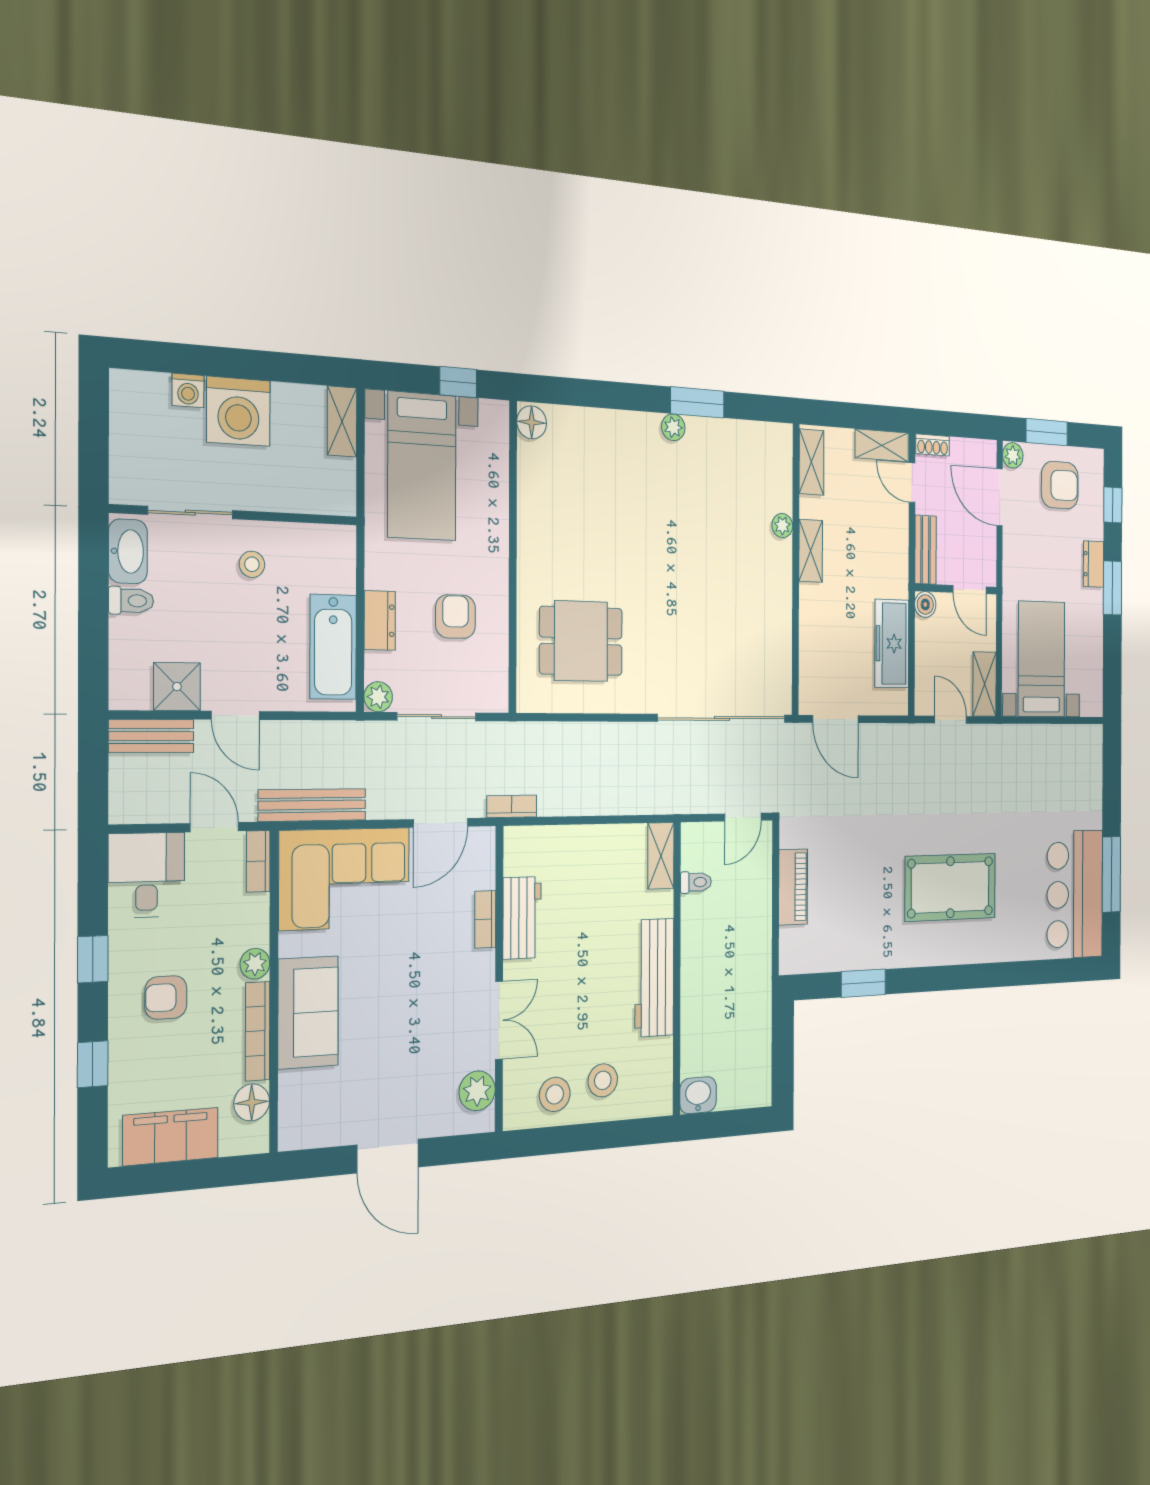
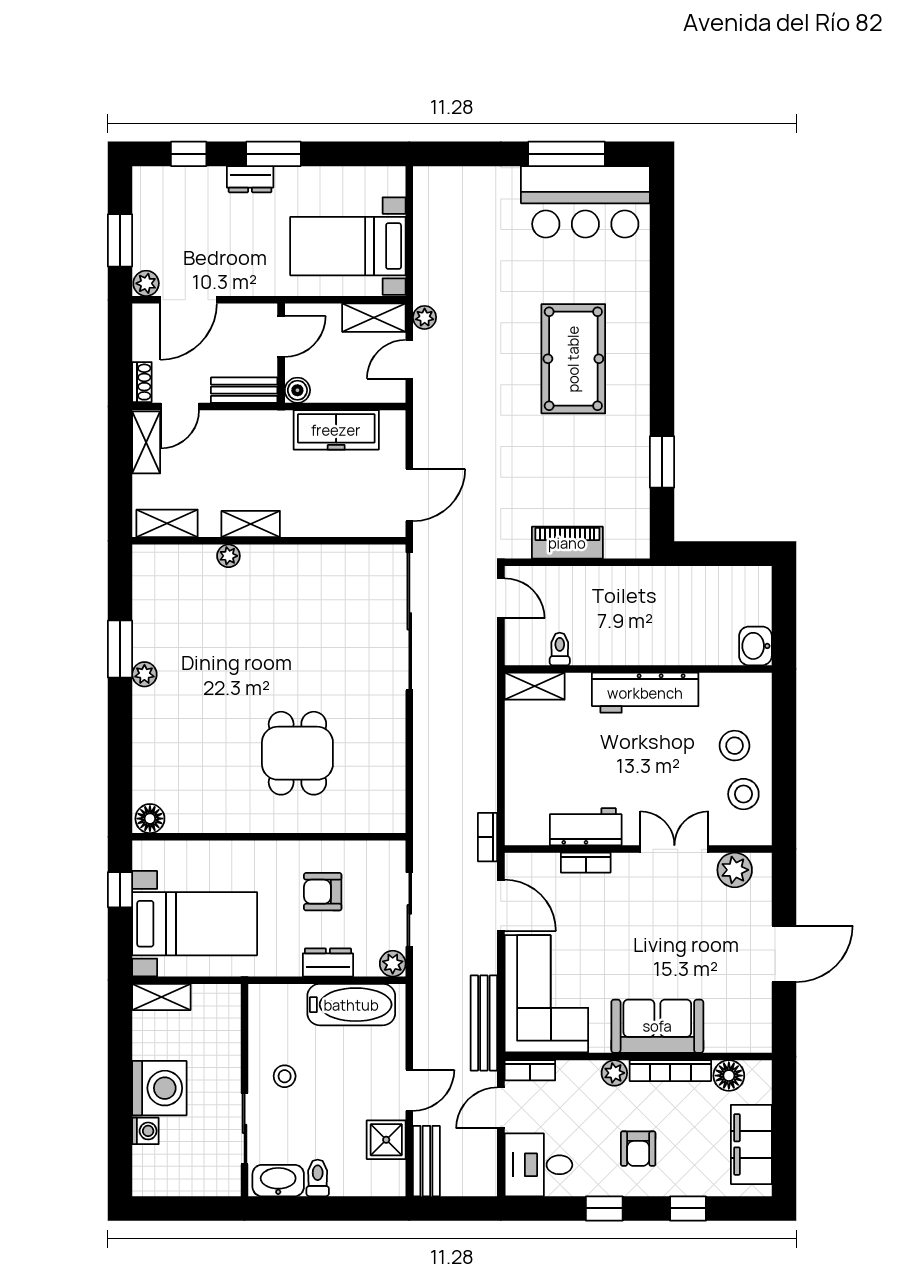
armchair: (1060, 485) -> (172, 223), removed
dining table: (581, 641) -> (297, 753), moved
plant: (984, 735) -> (425, 317), added

